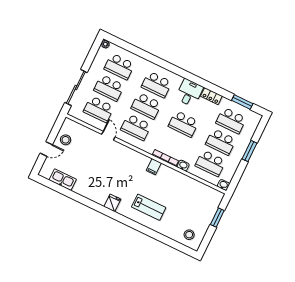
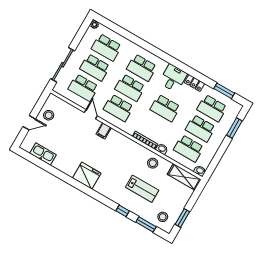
window: (249, 151) -> (234, 128), moved
filing cabinet: (154, 167) -> (104, 131), moved
stool: (175, 181) -> (153, 163), added
shelving: (208, 192) -> (184, 177), added
fridge: (112, 203) -> (87, 176), width x1.88, depth x1.34
lab bench: (149, 207) -> (142, 189), moved
window: (217, 218) -> (182, 218), moved
window: (148, 232) -> (123, 211), added
window: (173, 244) -> (146, 224), added

